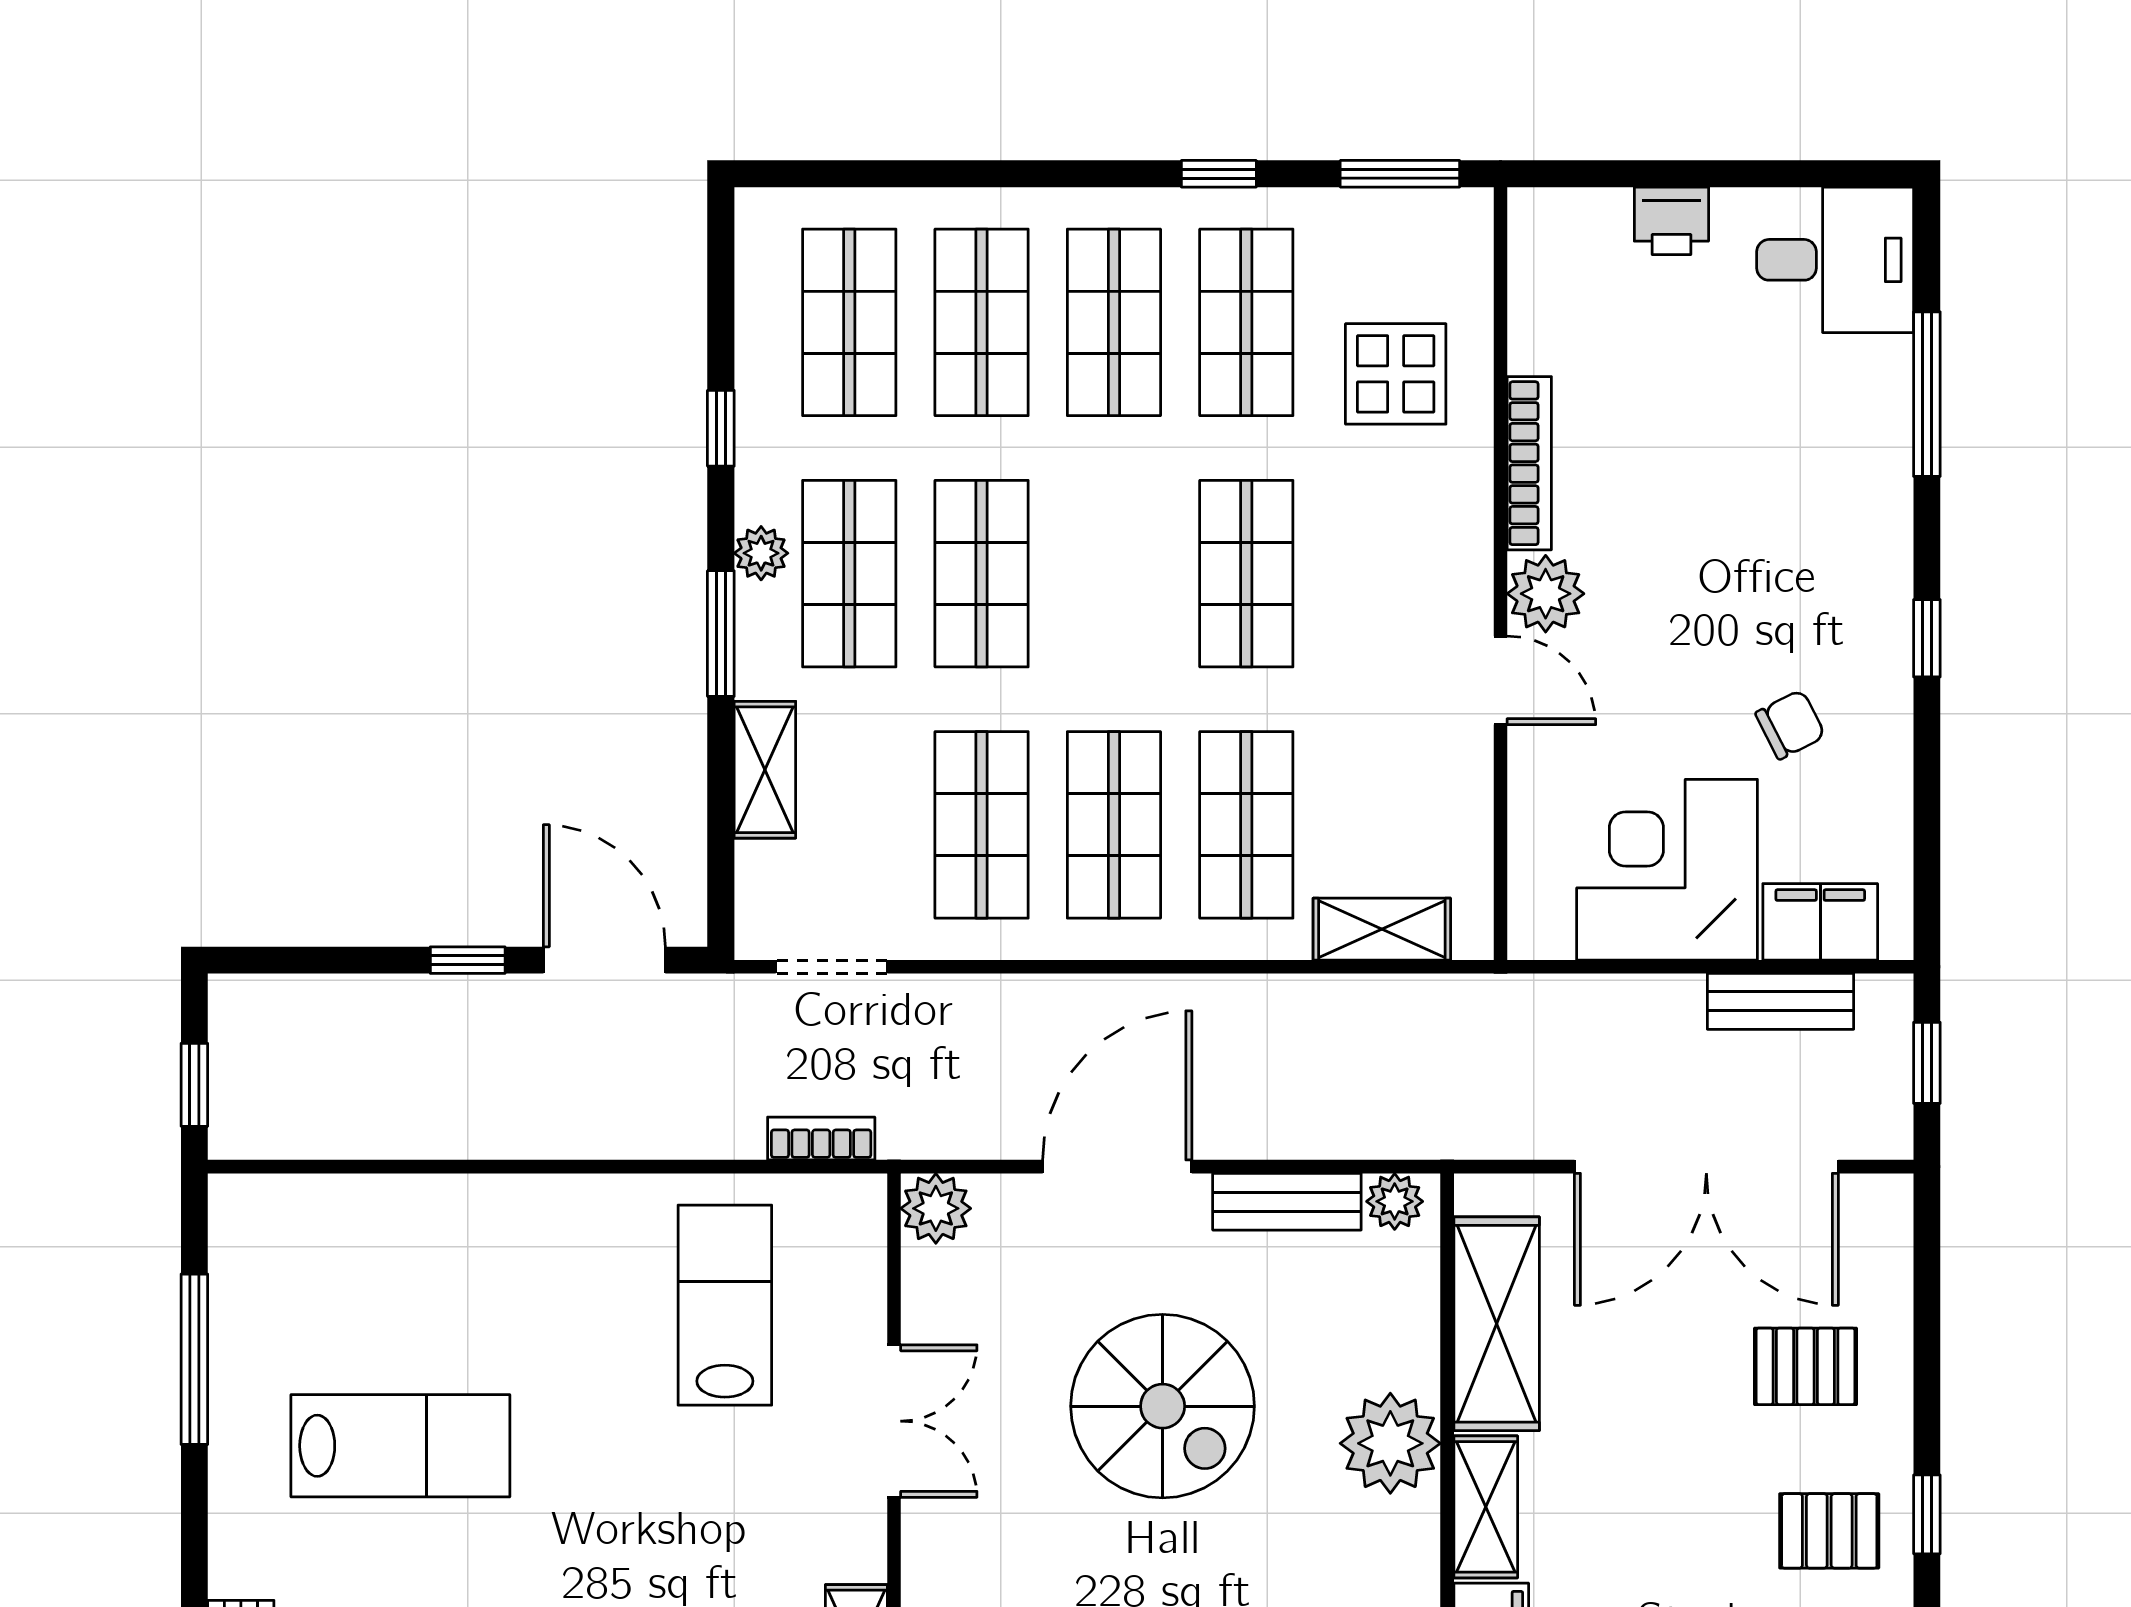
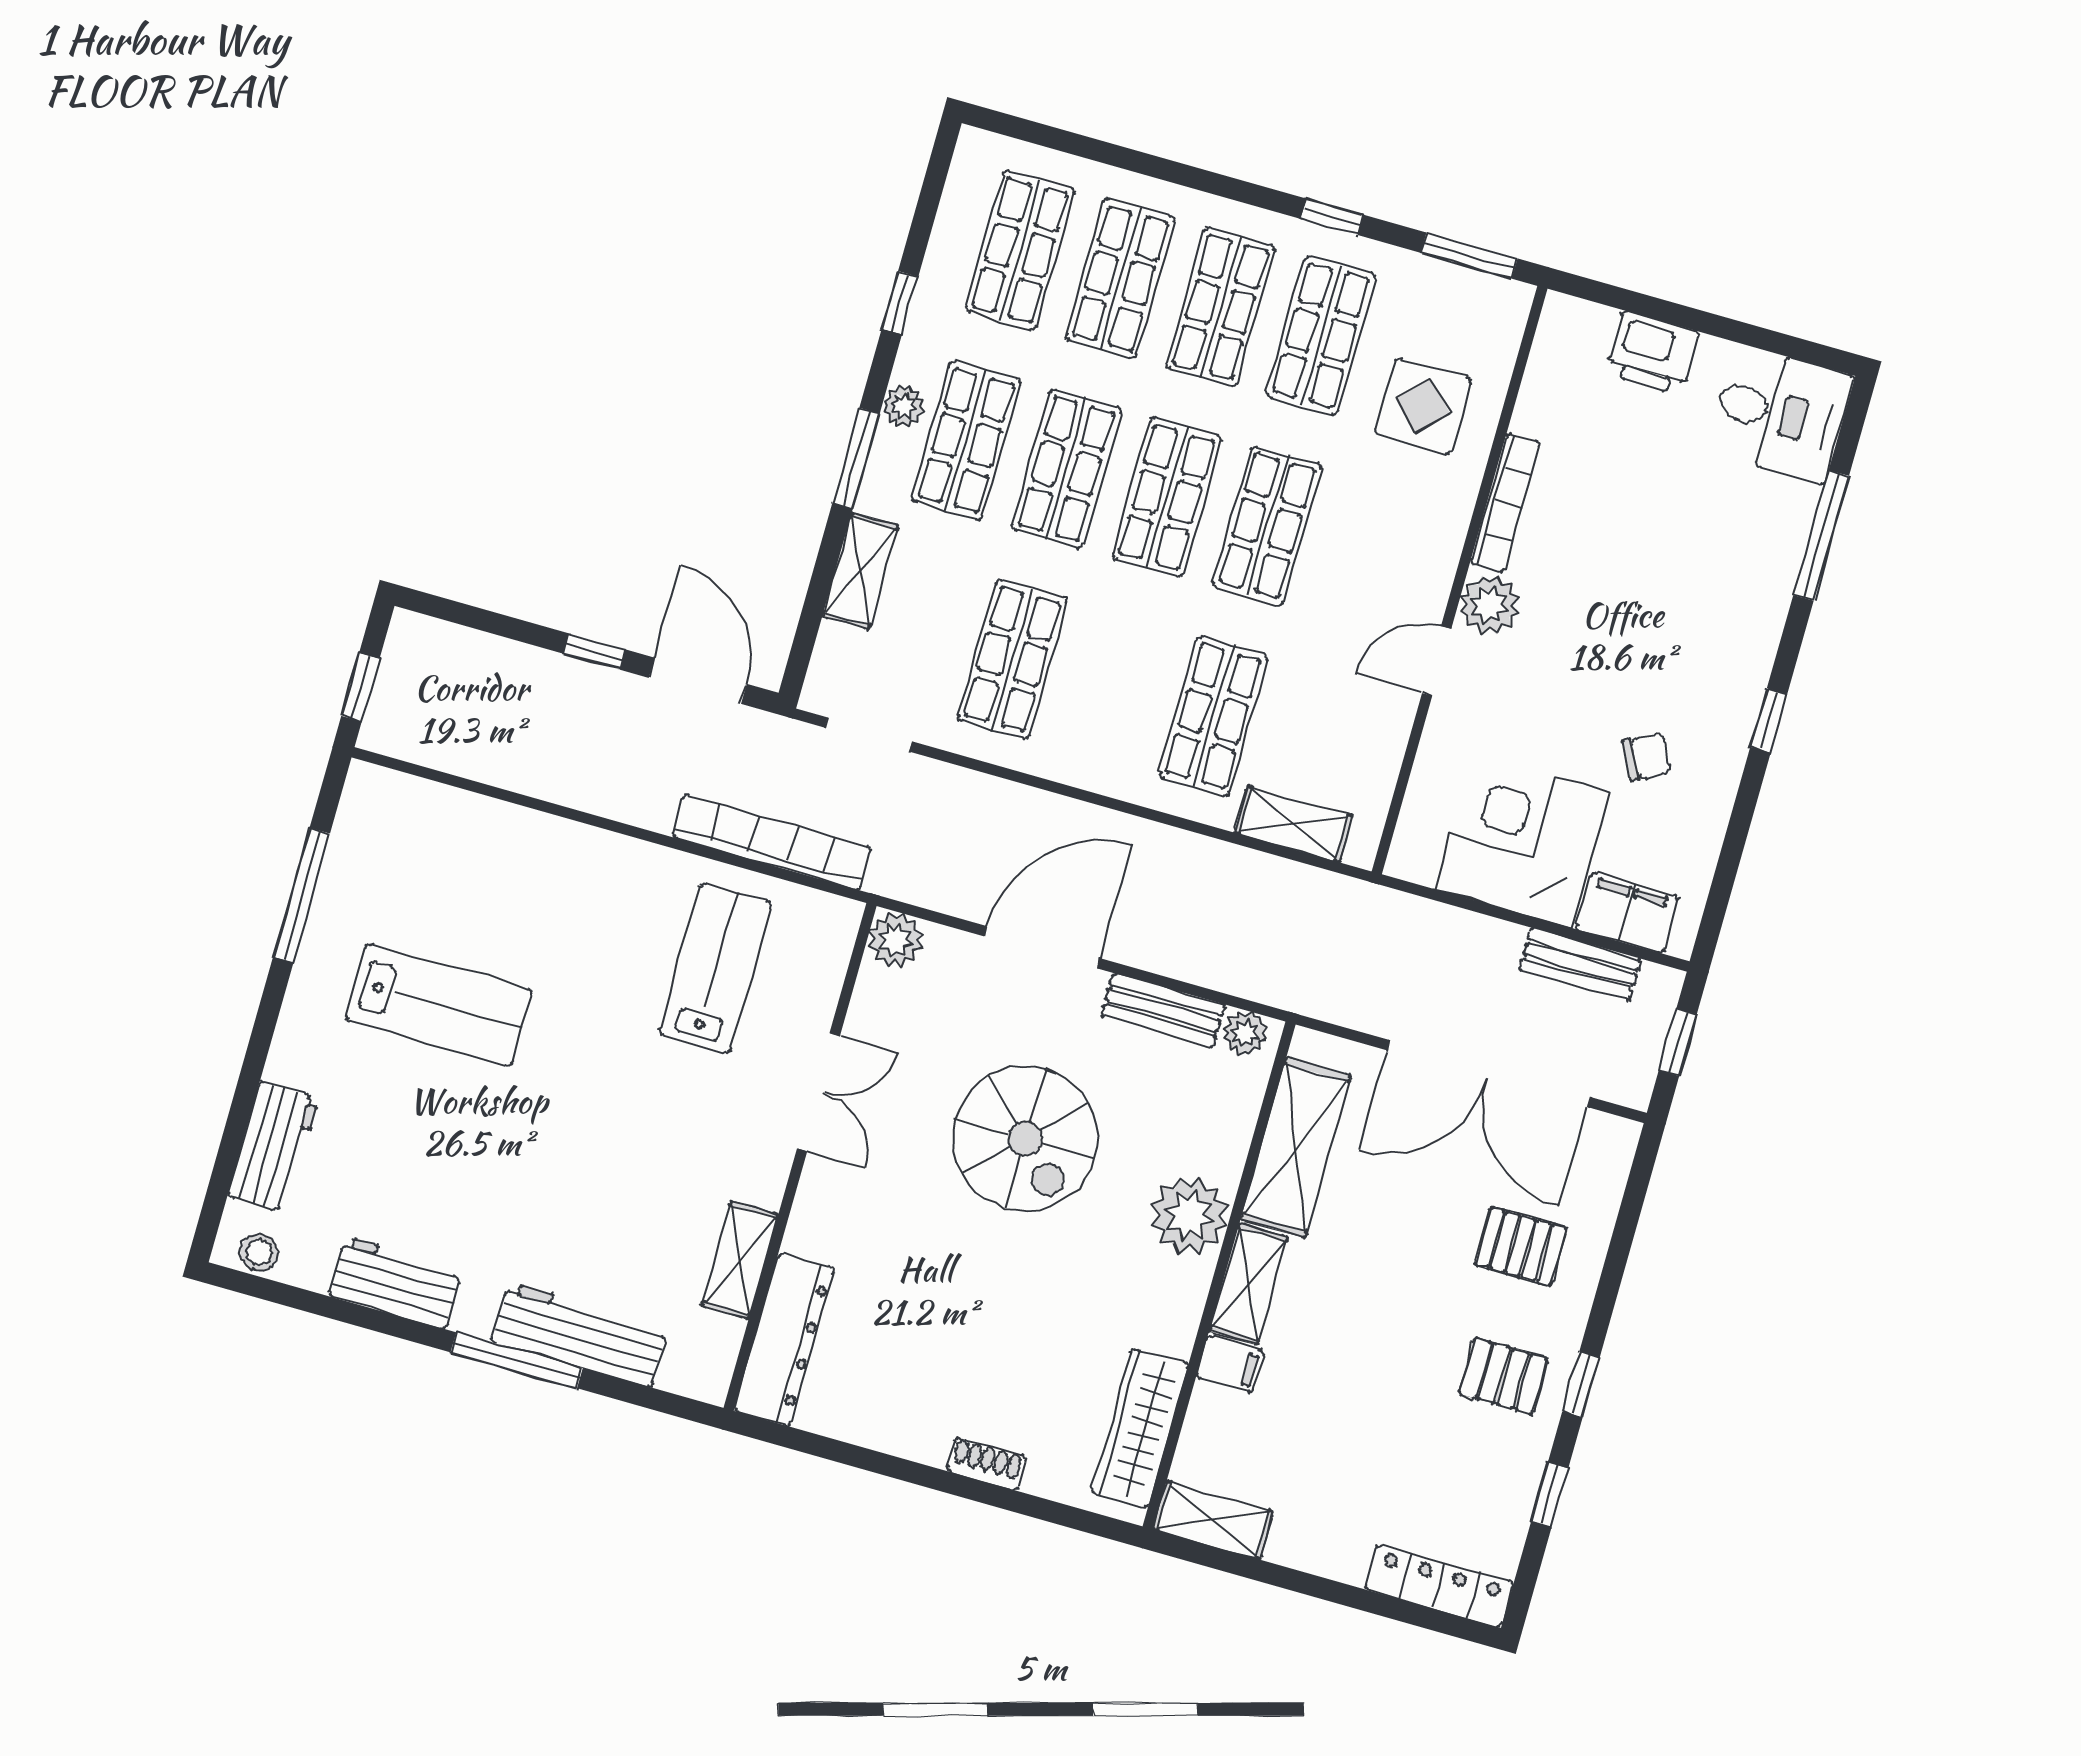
printer: (1671, 221) -> (1653, 353), width x1.36, depth x1.24
door: (1500, 680) -> (1437, 661), swing flipped
shop shelf: (1114, 825) -> (1167, 497), moved
bookcase: (821, 1139) -> (772, 842), width x2.31, depth x1.31

